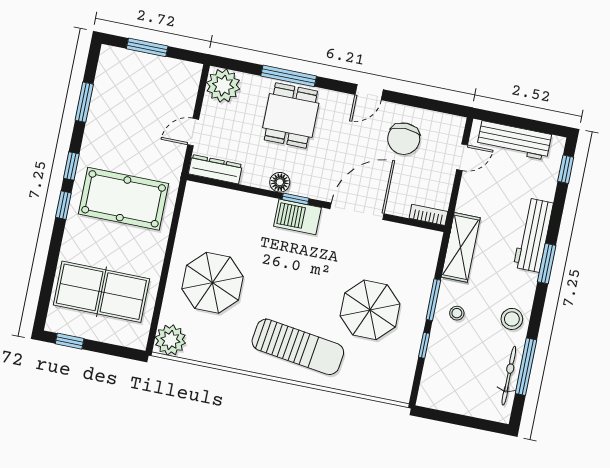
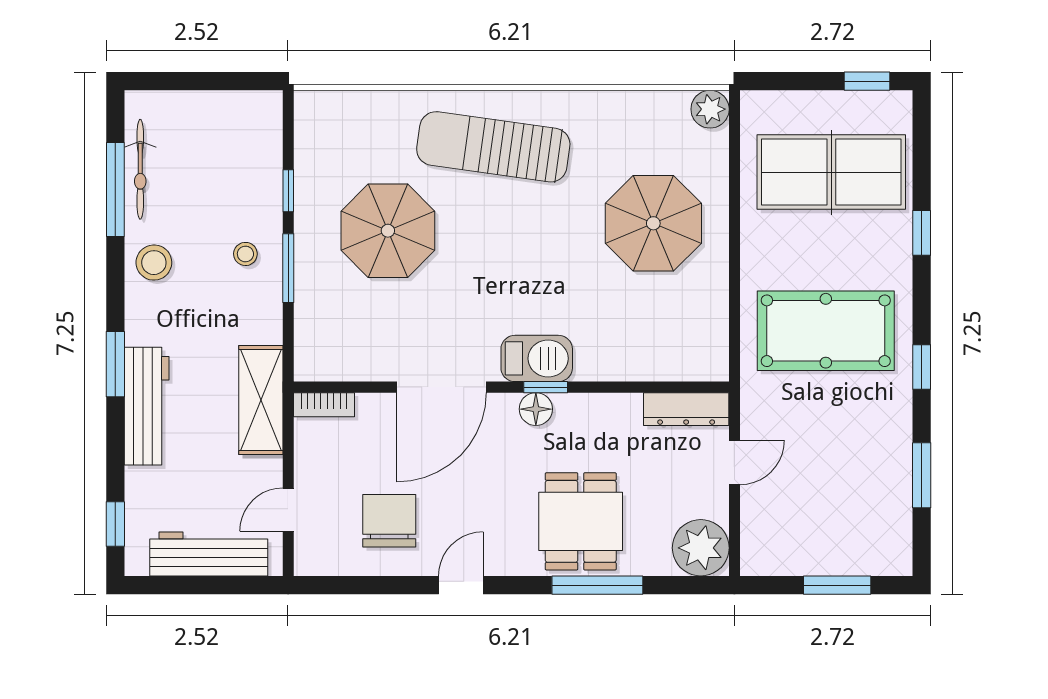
floor lamp: (280, 182) -> (536, 409), moved
window: (63, 205) -> (922, 233), moved
shelving: (461, 247) -> (261, 400), moved
plant: (170, 340) -> (710, 109), width x0.73, depth x0.73

